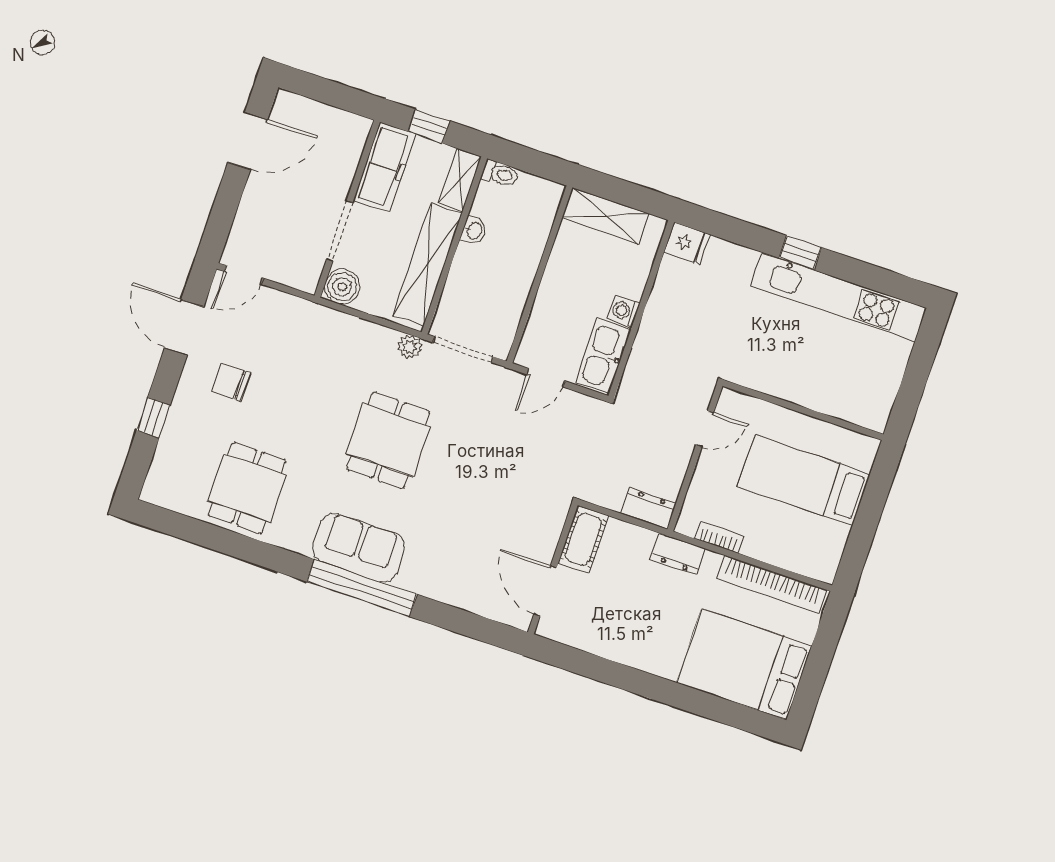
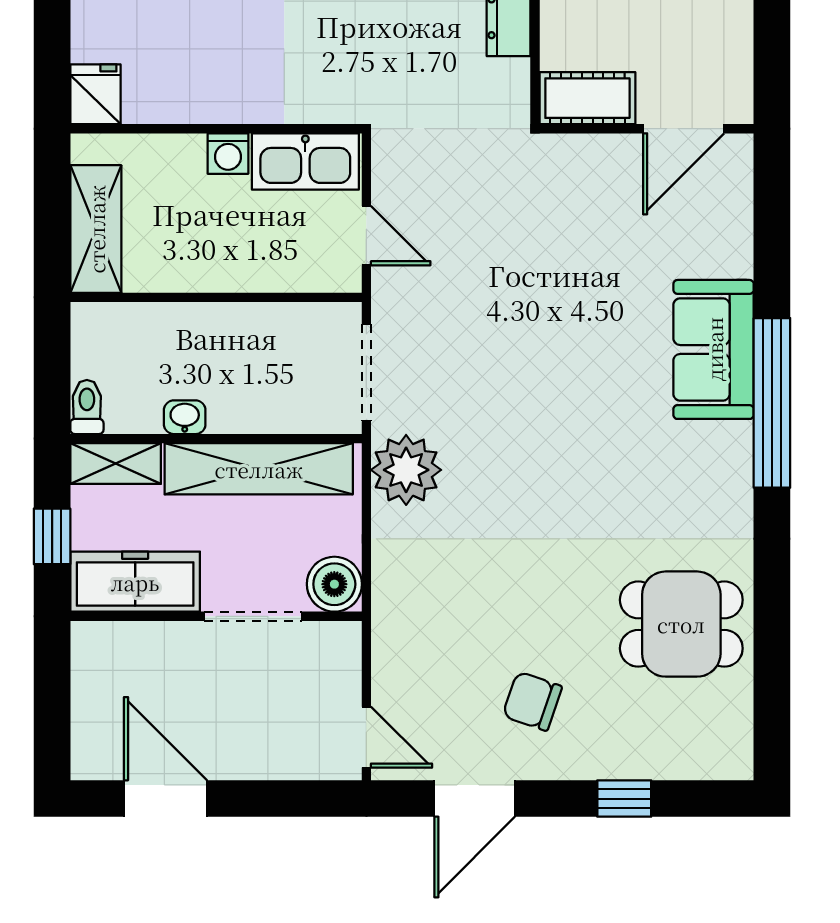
plant: (410, 347) -> (406, 470), width x1.88, depth x1.88
chair: (231, 382) -> (532, 701), turned 109
dining table: (388, 440) -> (539, 438), removed
sofa: (359, 548) -> (714, 349), moved

